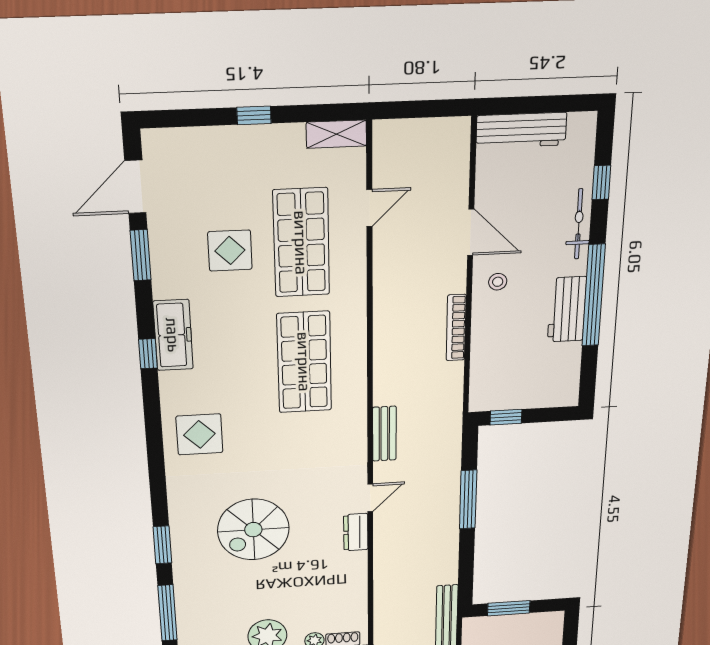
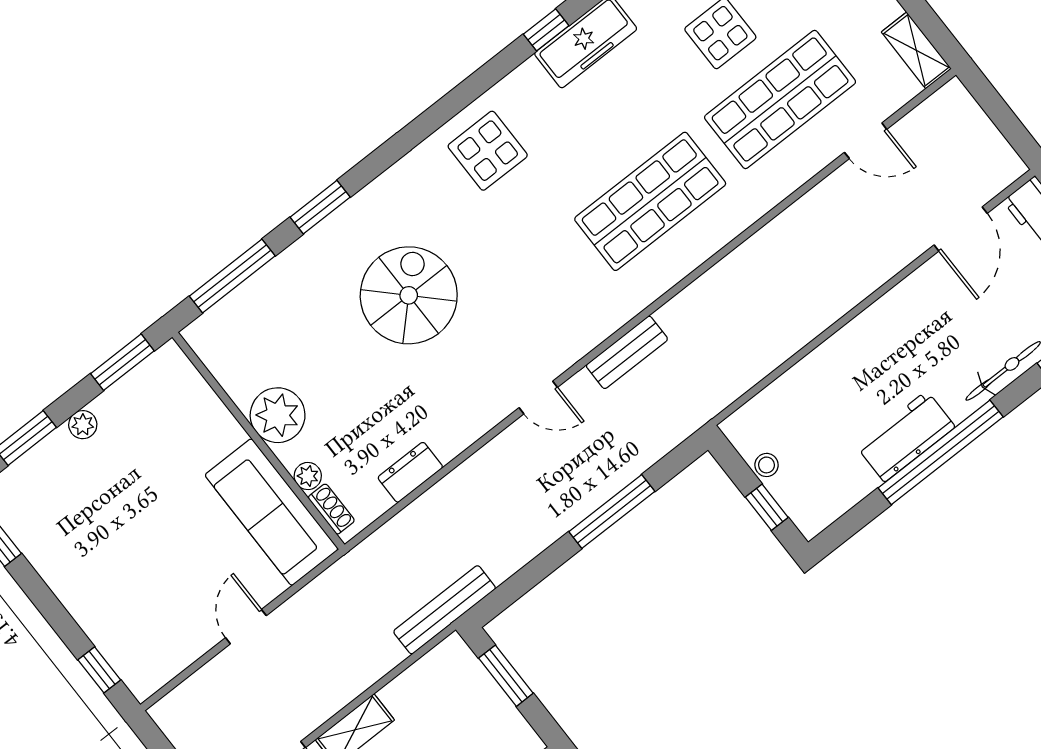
door: (471, 232) -> (961, 229), moved
stool: (498, 282) -> (767, 465), moved
bookcase: (456, 328) -> (802, 333), removed
window: (506, 417) -> (767, 507), moved
spiral stairs: (253, 530) -> (409, 295), turned 90
dresser: (356, 532) -> (410, 472), moved

